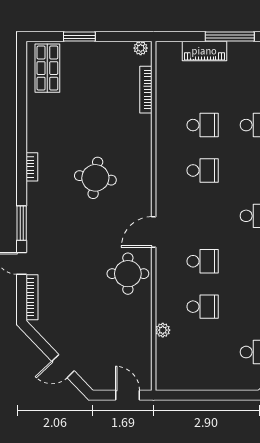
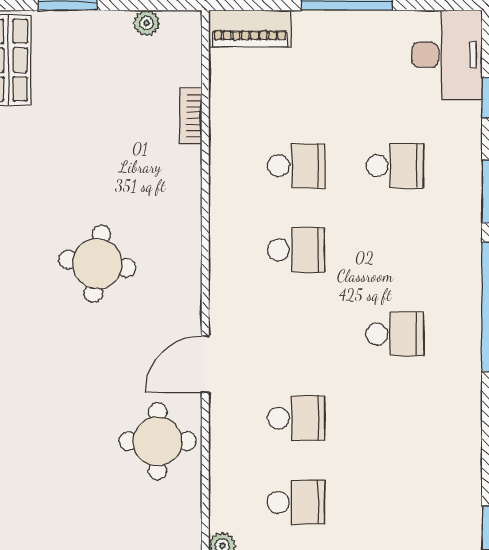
plant: (141, 48) -> (147, 23), moved
piano: (204, 51) -> (250, 28), moved
bookcase: (146, 90) -> (191, 116), width x0.64

